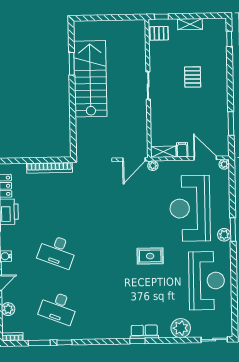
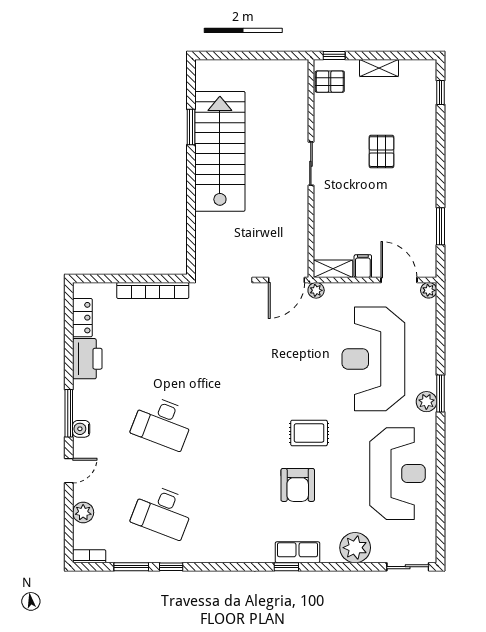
armchair: (144, 289) -> (298, 485), added

